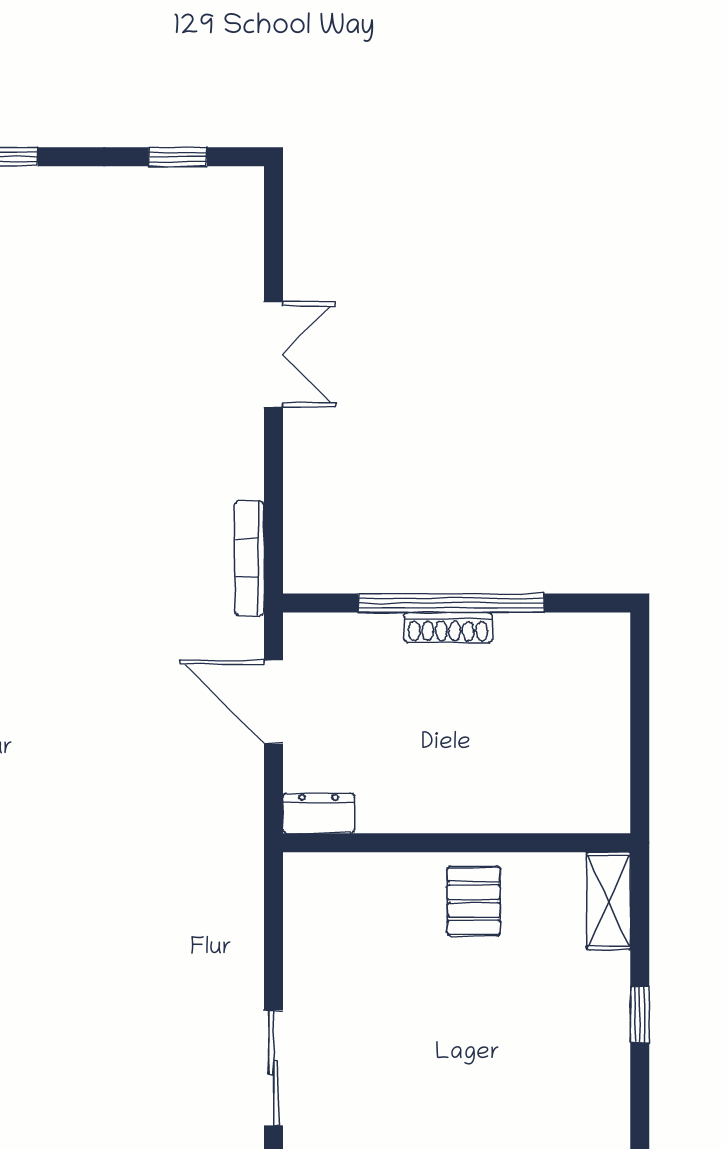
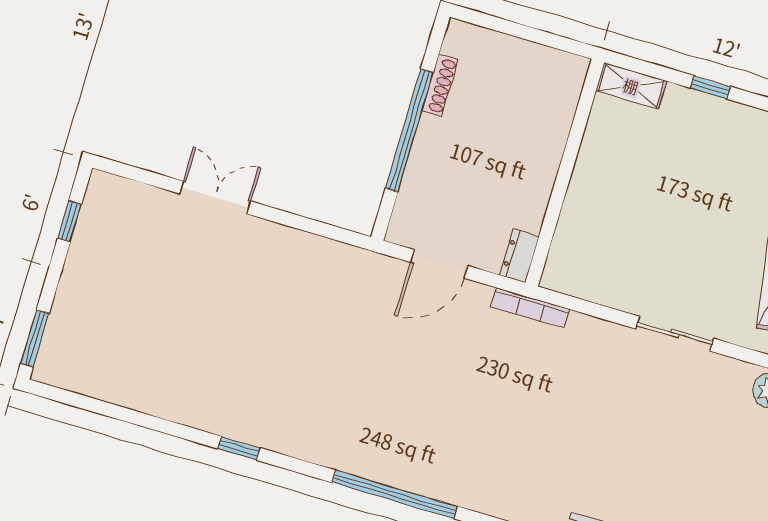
bookcase: (249, 558) -> (530, 308), moved
shoe rack: (448, 627) -> (440, 85), moved
pallet: (474, 901) -> (606, 173), removed

